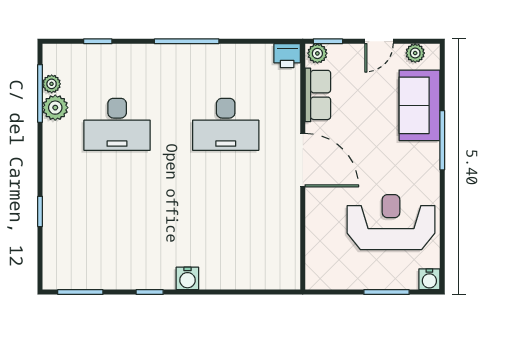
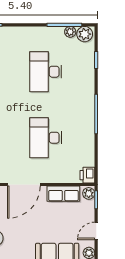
door: (379, 41) -> (96, 231), hinge flipped
plant: (55, 108) -> (85, 34), moved

